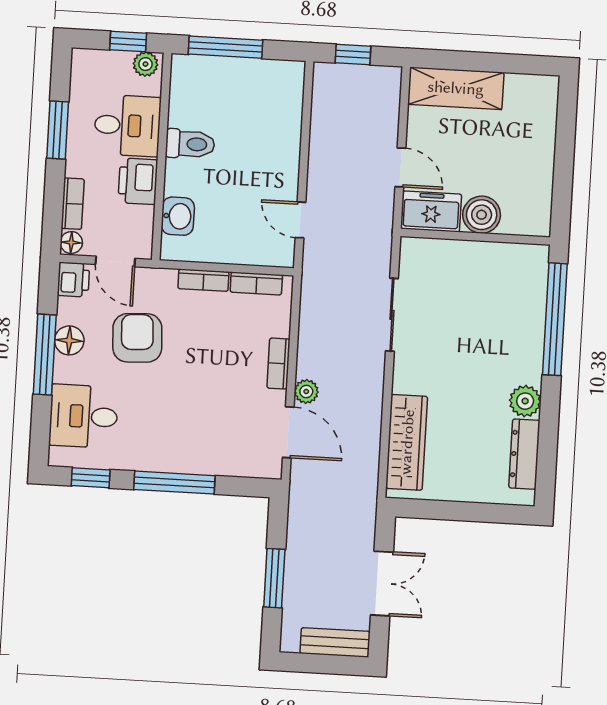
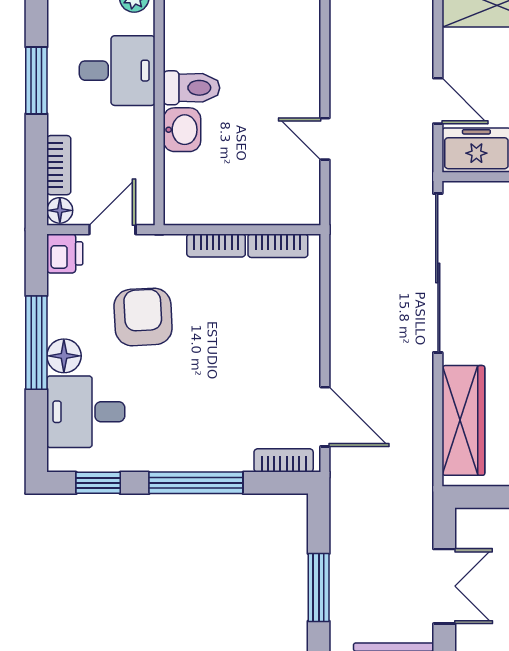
printer: (138, 181) -> (133, 135), removed
washbasin: (178, 216) -> (182, 130), moved
door: (300, 220) -> (325, 139), moved
door: (115, 261) -> (112, 230), swing flipped
sliding door: (392, 315) -> (438, 273), width x1.86
floor lamp: (69, 340) -> (64, 356), moved
bookcase: (278, 364) -> (284, 460), moved, turned 90
plant: (306, 391) -> (343, 368), removed

